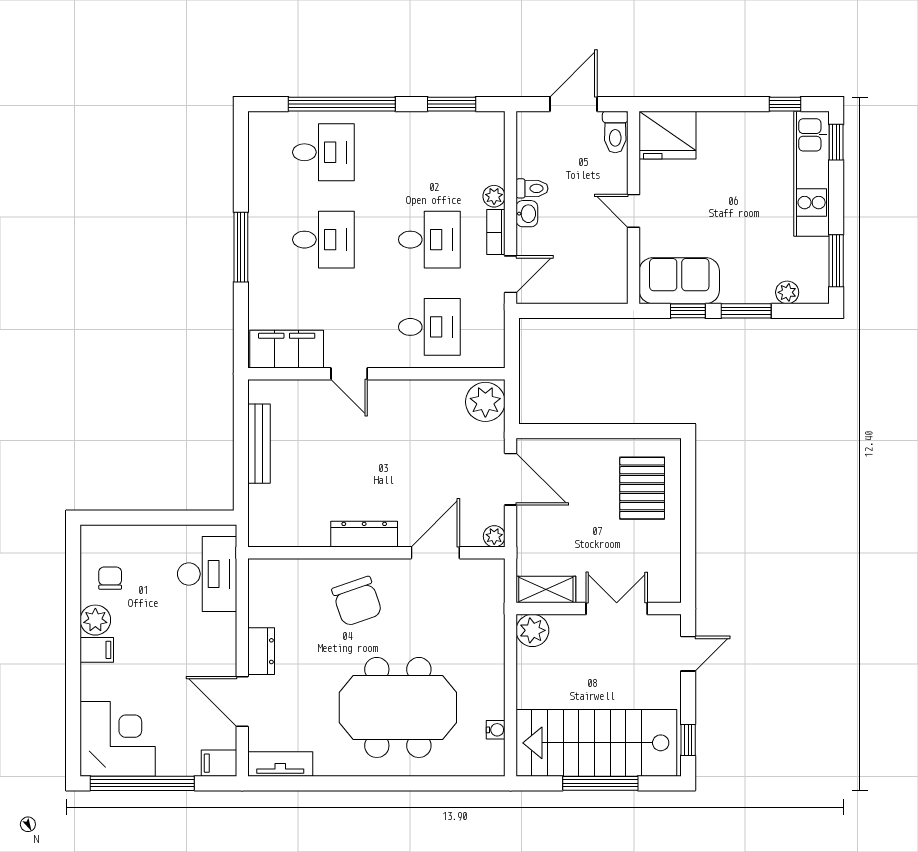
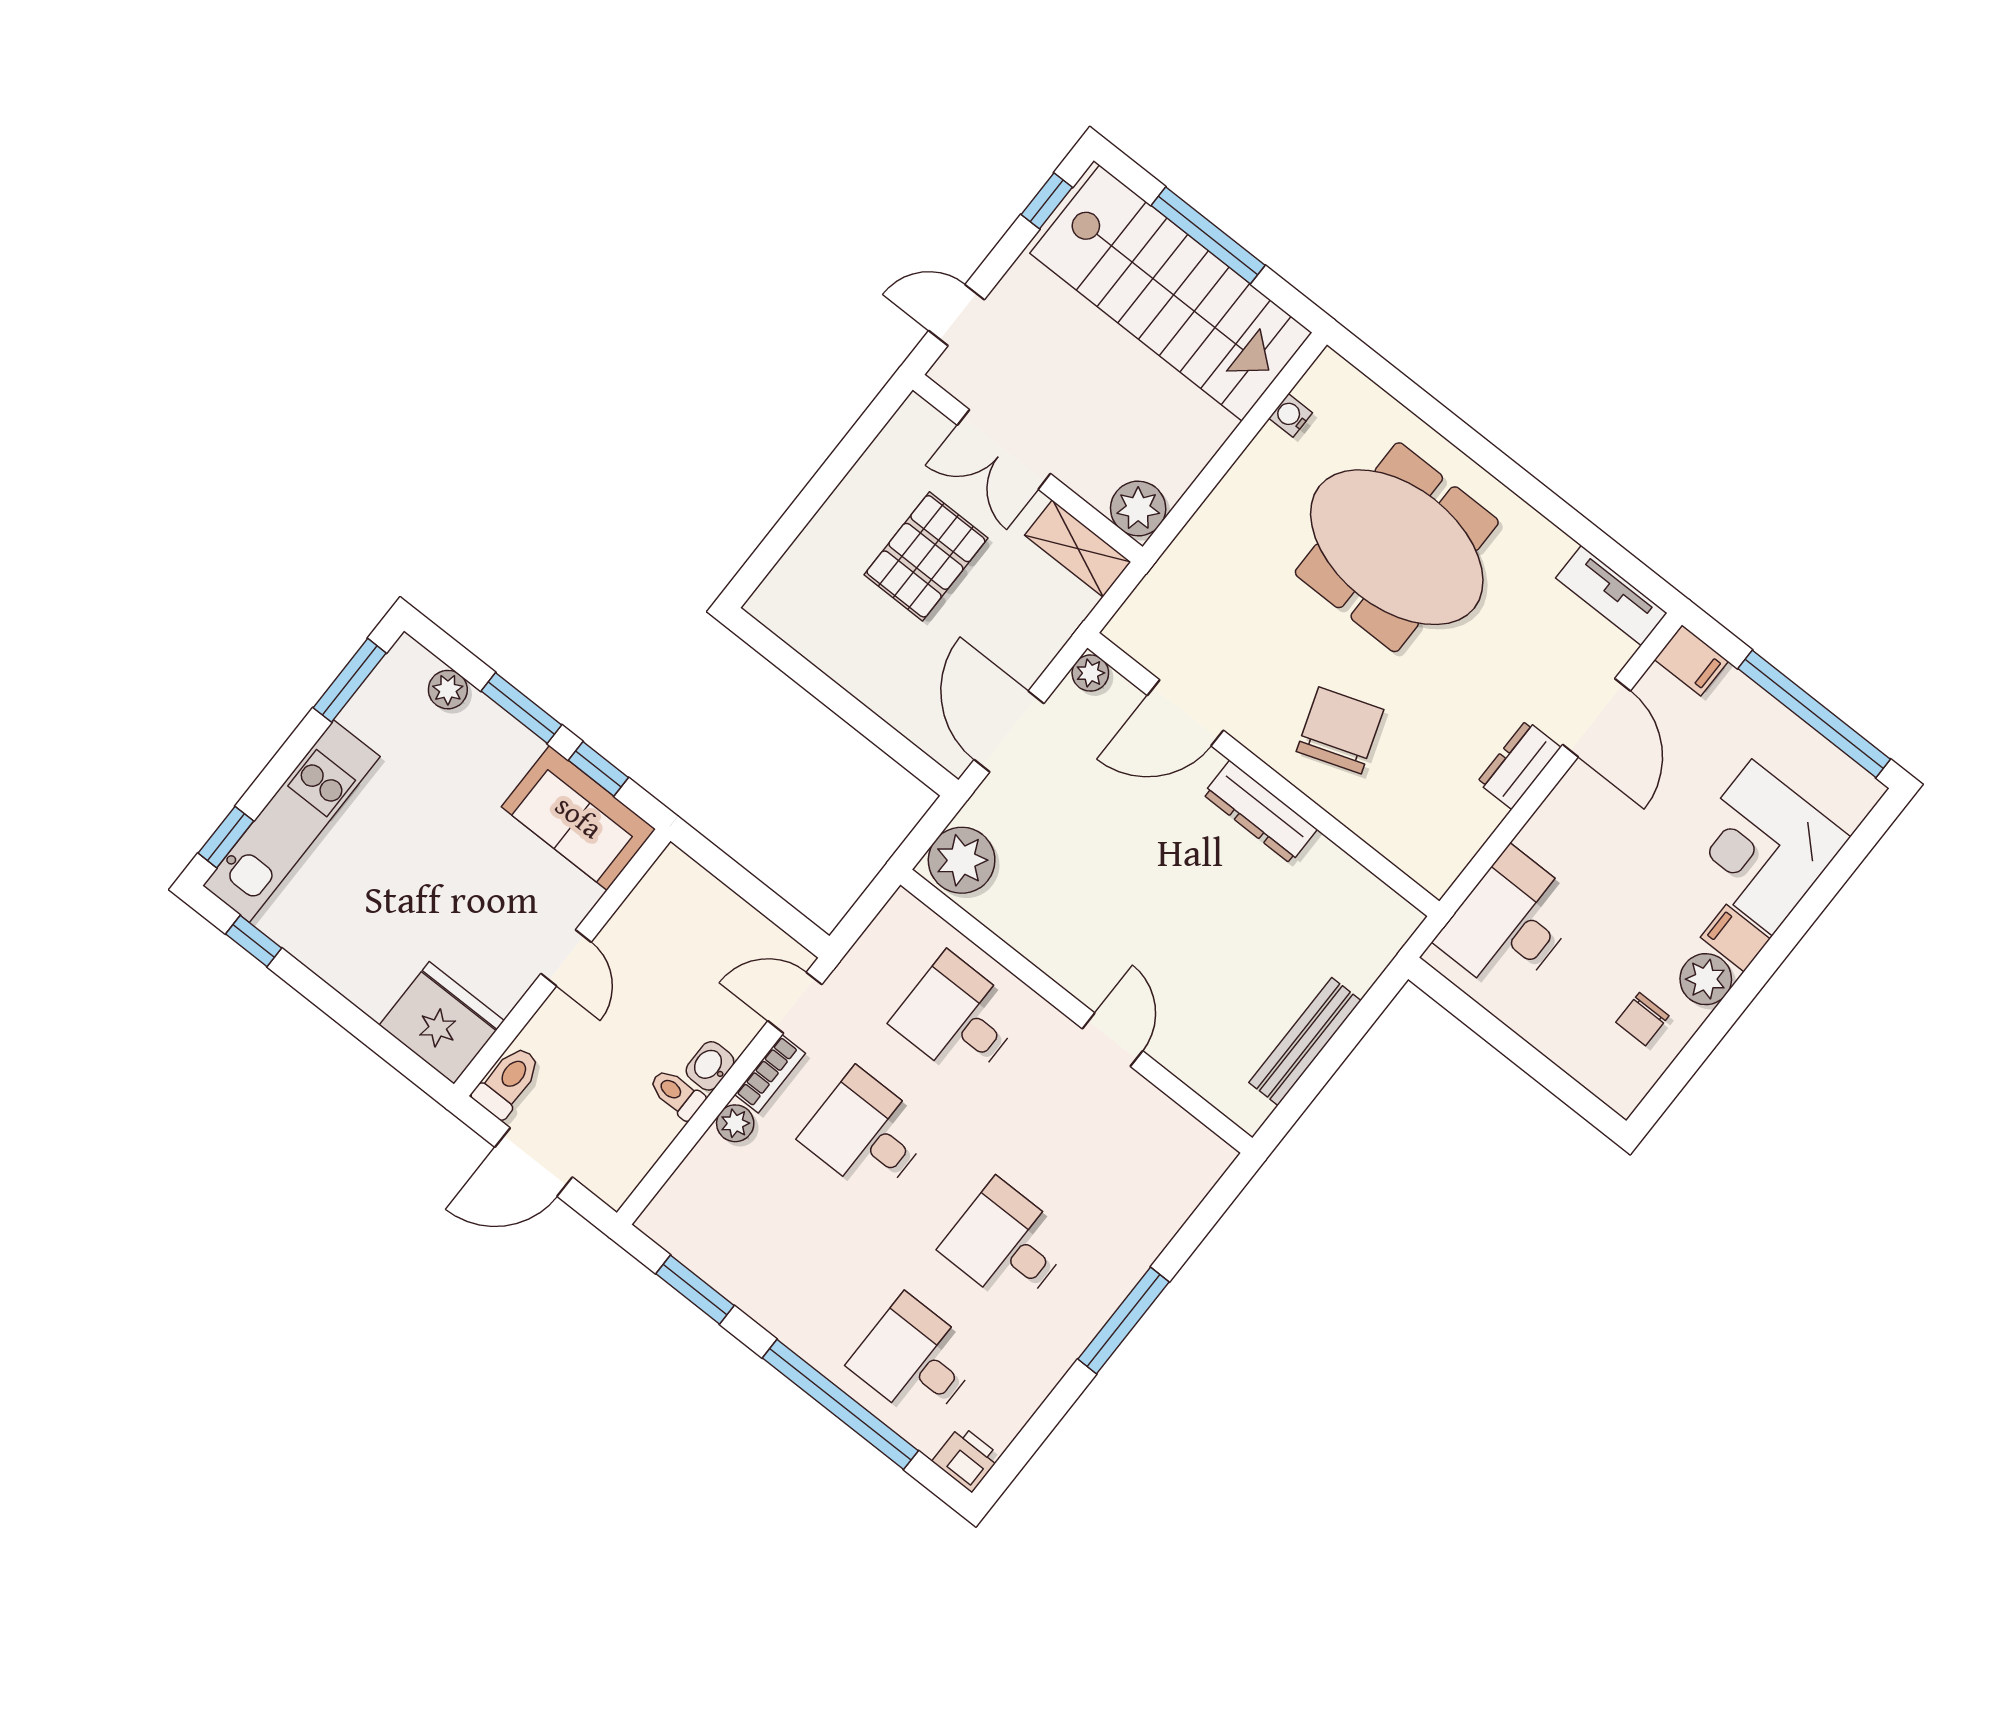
printer: (263, 125) -> (966, 1459), added
filing cabinet: (287, 349) -> (1169, 1138), removed
pallet: (642, 488) -> (926, 556), moved
corner desk: (118, 739) -> (1762, 847), moved

